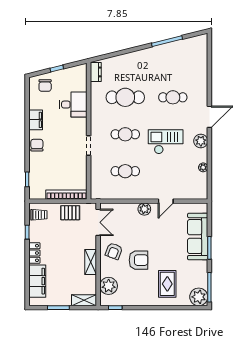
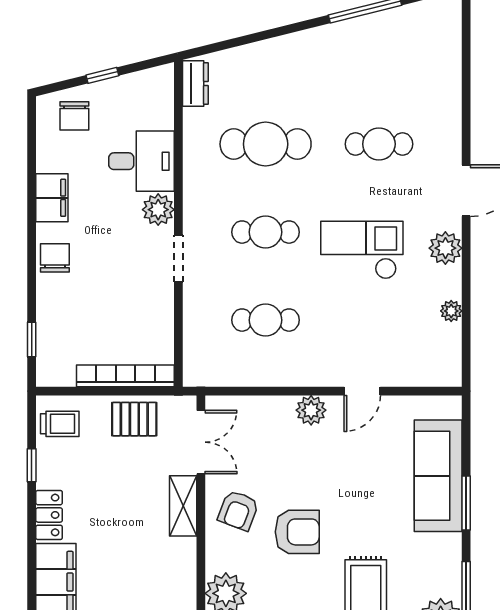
plant: (80, 125) -> (158, 210), added
shelving: (91, 262) -> (183, 506), moved

